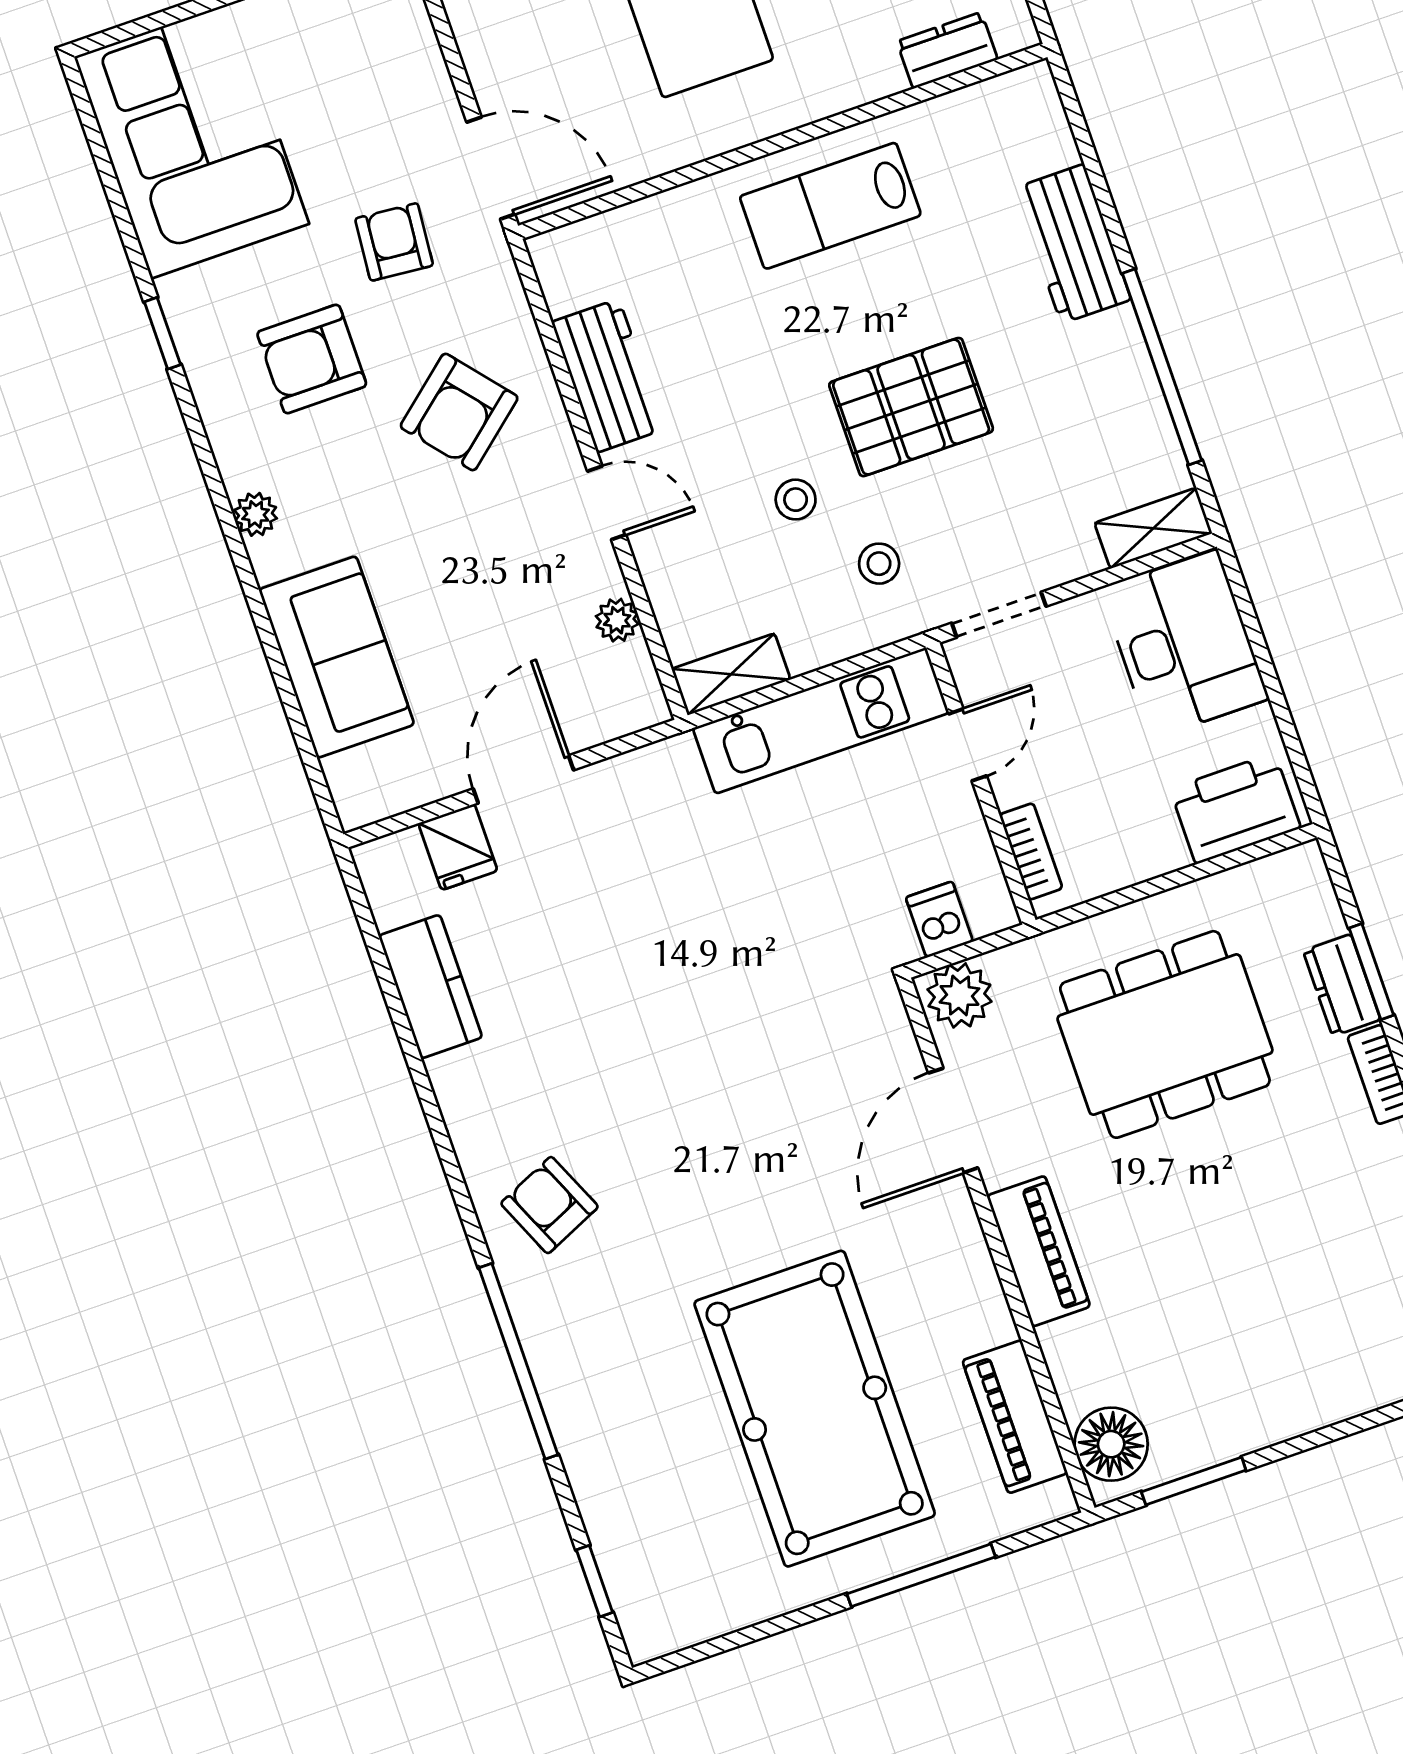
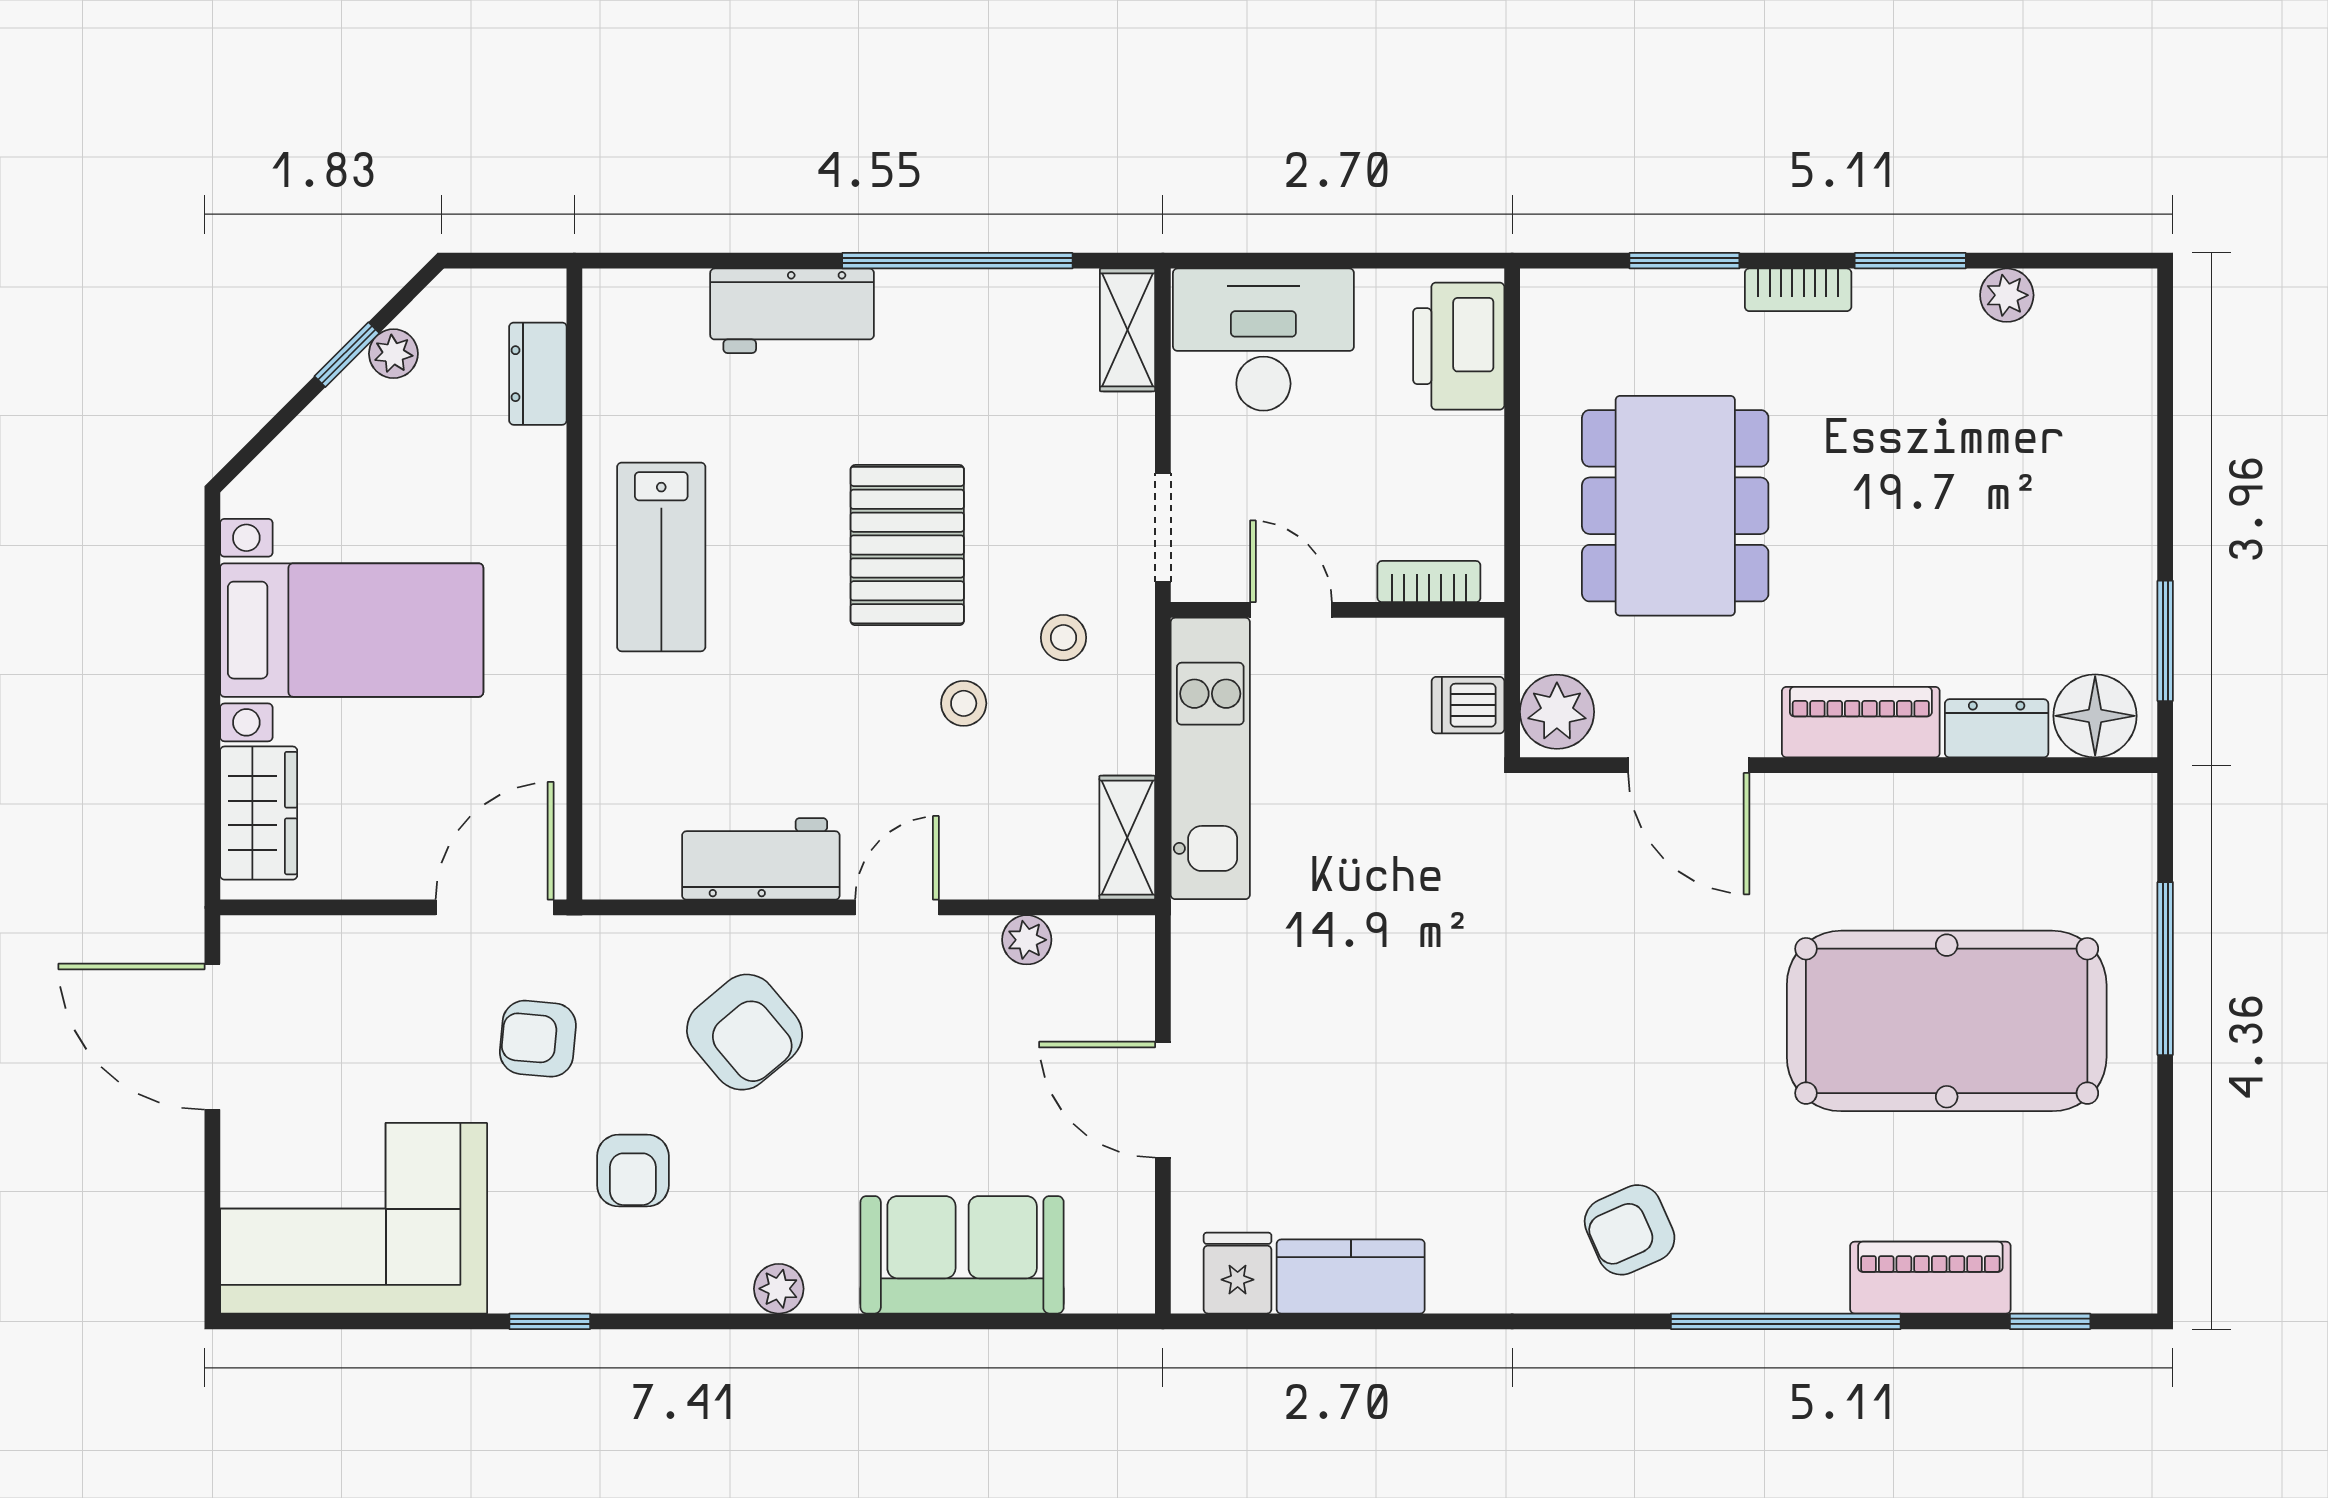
armchair: (312, 359) -> (633, 1171), width x0.72, depth x0.72
fridge: (458, 847) -> (1238, 1273), moved, turned -90
dresser: (1342, 985) -> (1997, 728), moved, turned 180
piano: (1015, 1417) -> (1930, 1278), moved, turned 180

